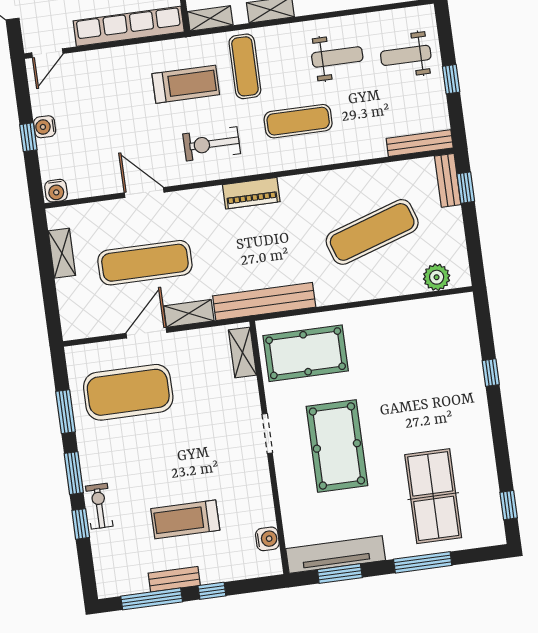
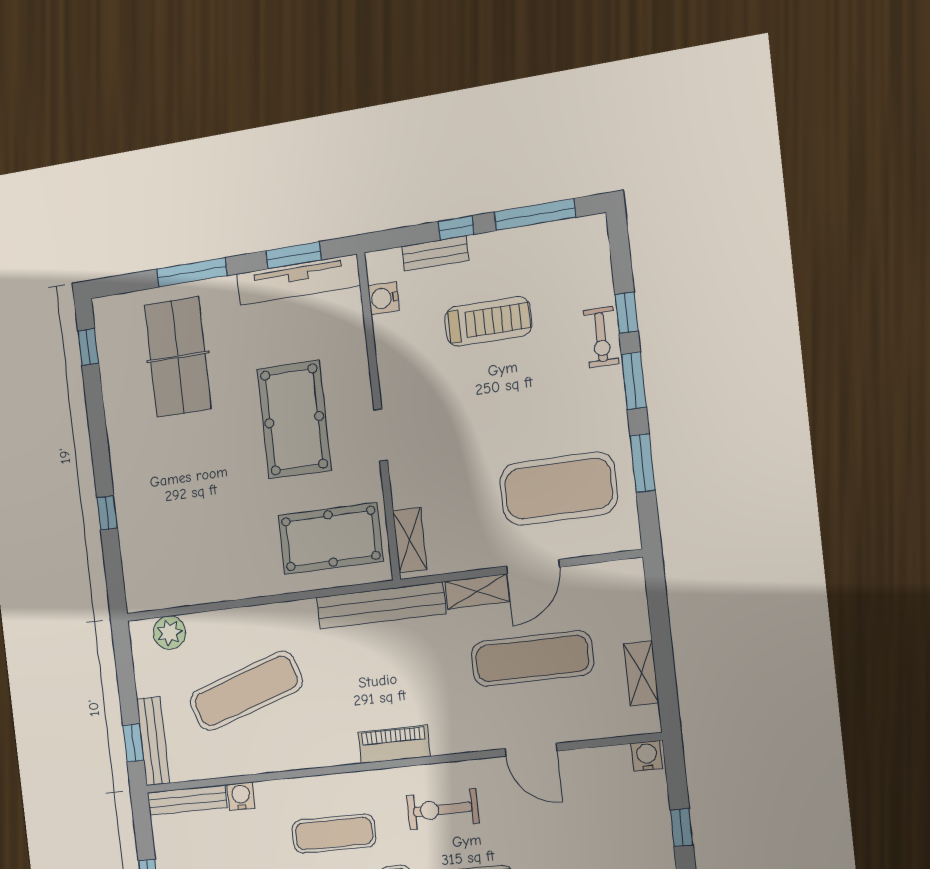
water cooler: (45, 127) -> (241, 796), moved, turned -90
exercise bike: (212, 144) -> (443, 809), turned 180
bench: (448, 180) -> (153, 741), width x1.36
bench: (174, 579) -> (435, 253), moved

